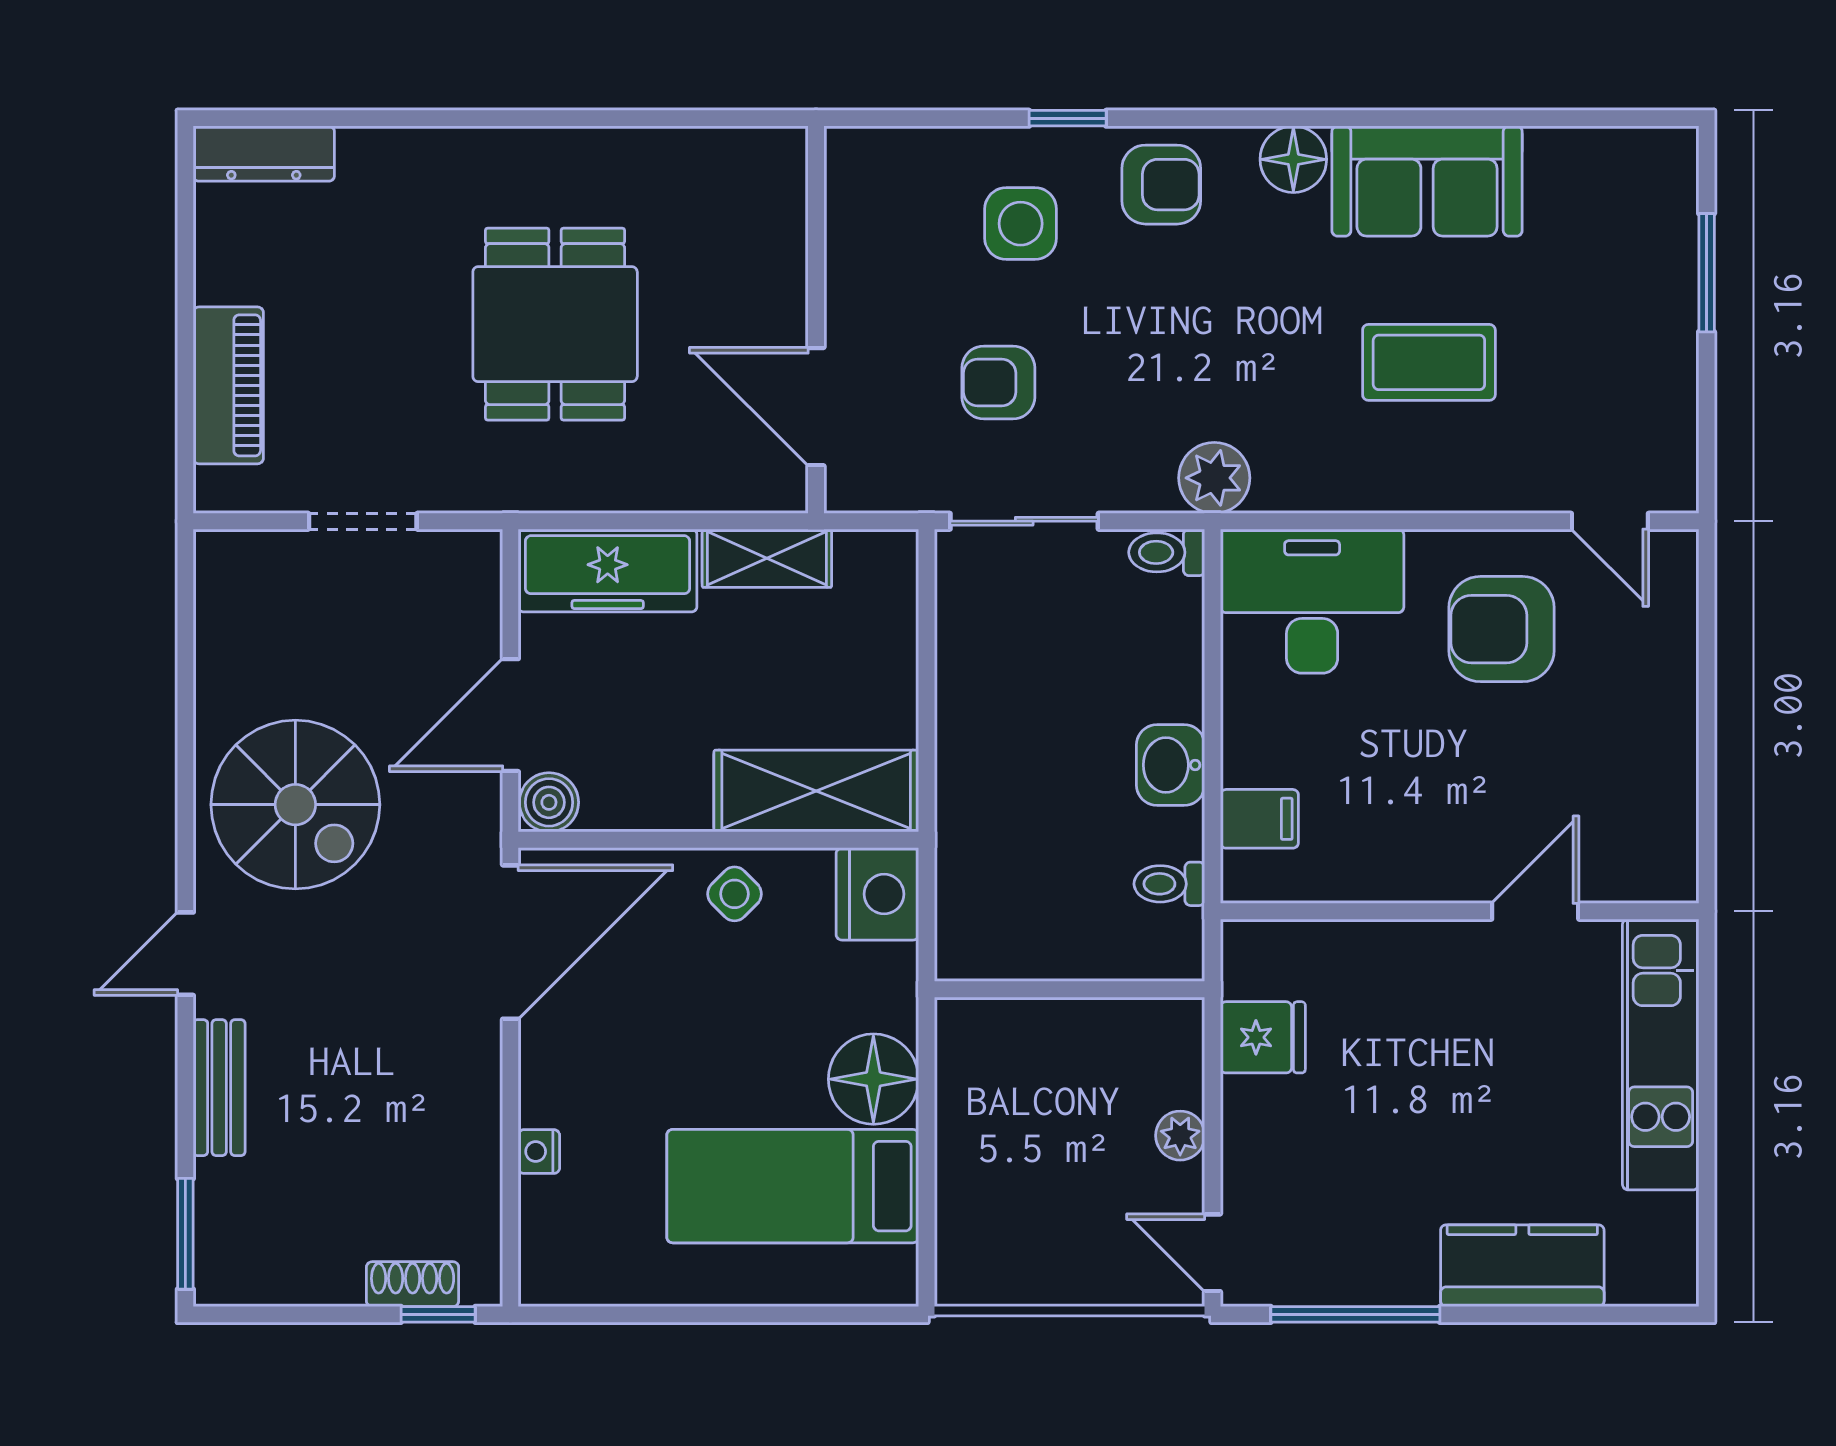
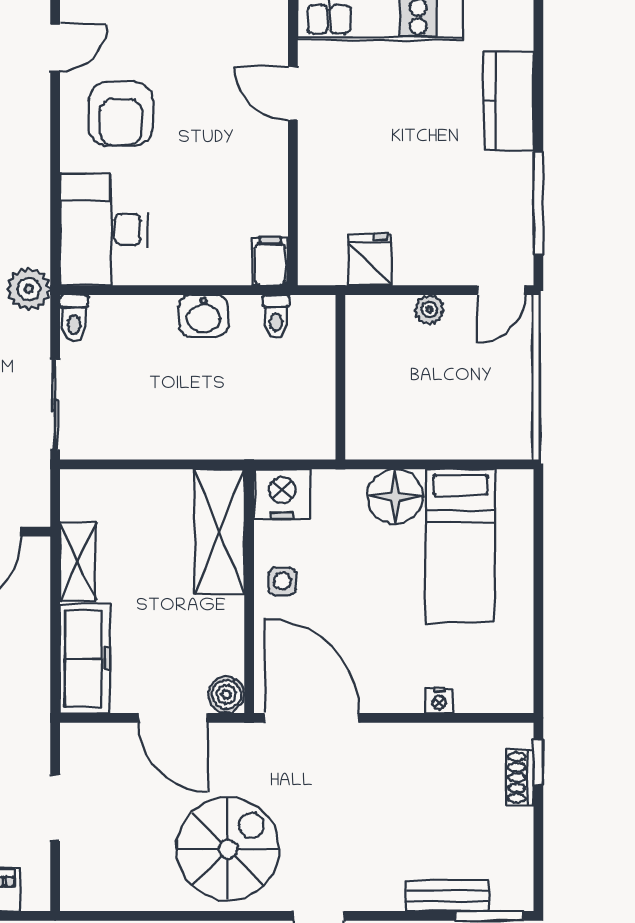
filing cabinet: (1259, 819) -> (270, 261), moved
side table: (735, 894) -> (282, 581), turned 45
bench: (219, 1088) -> (447, 895), moved

